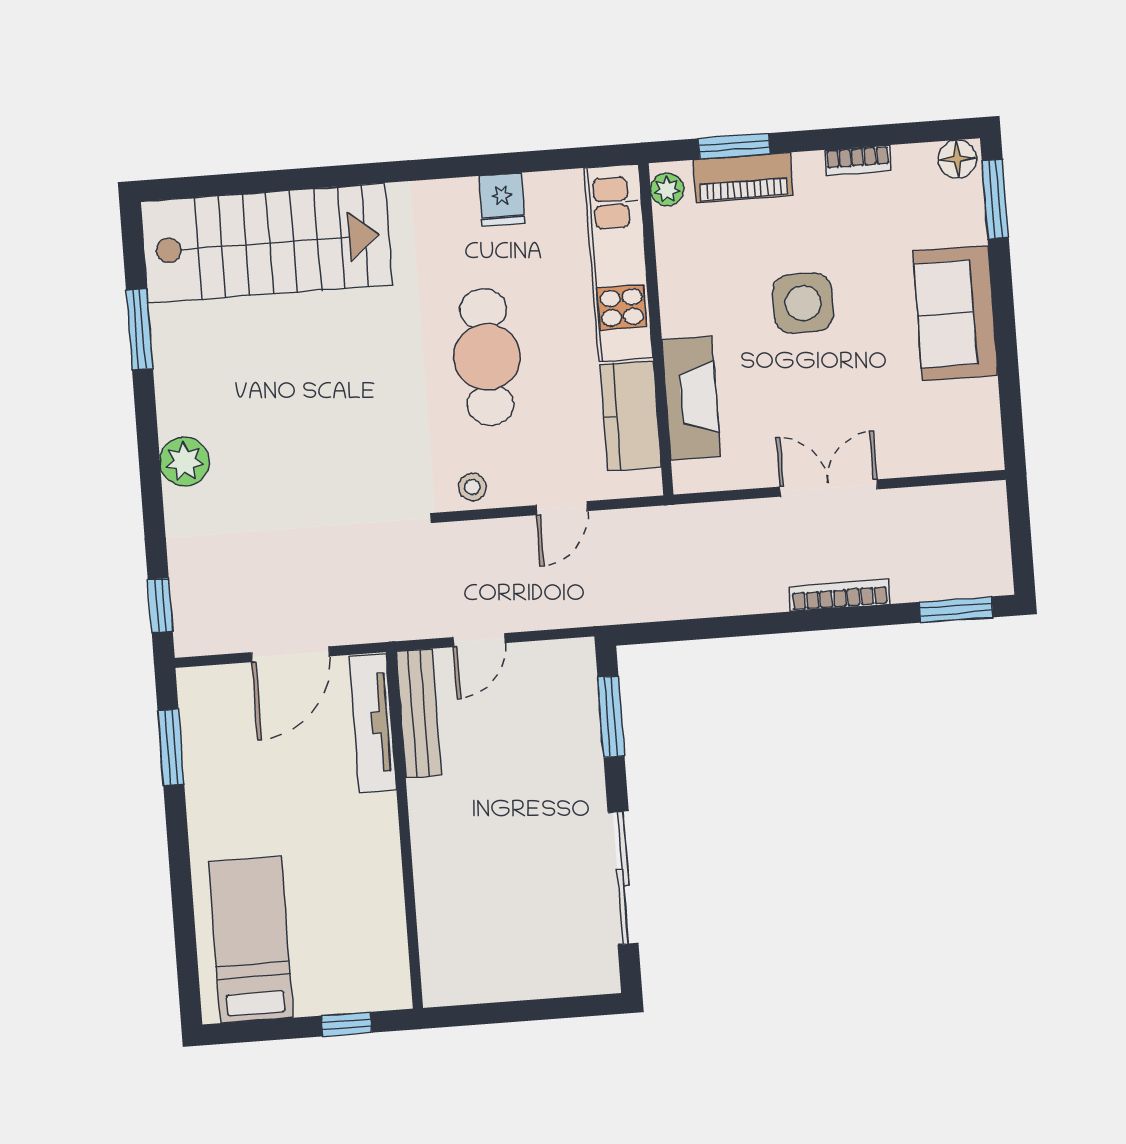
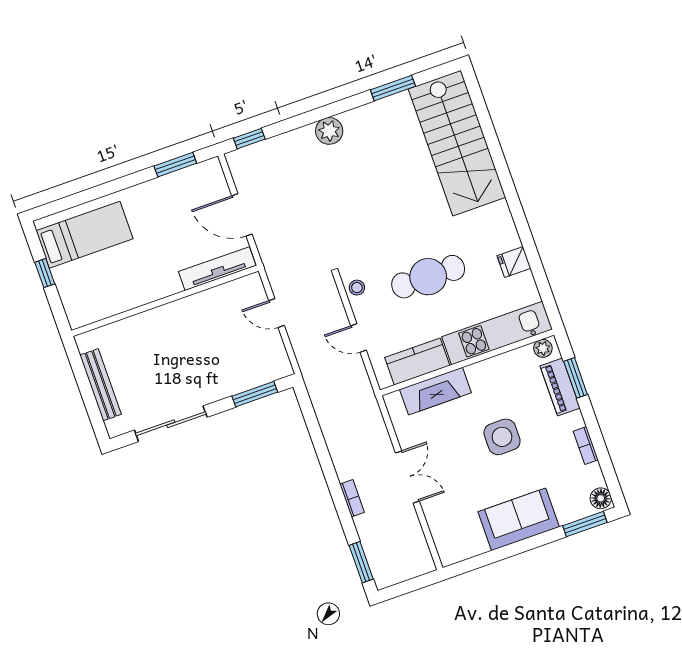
bookcase: (840, 595) -> (352, 498), width x0.64
bench: (419, 713) -> (101, 385), moved, turned 90
window: (346, 1024) -> (45, 273), moved

